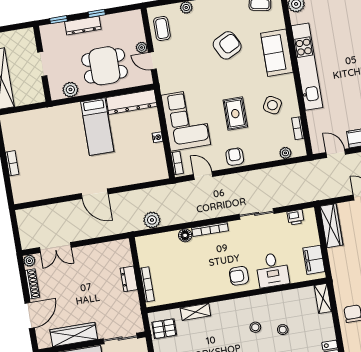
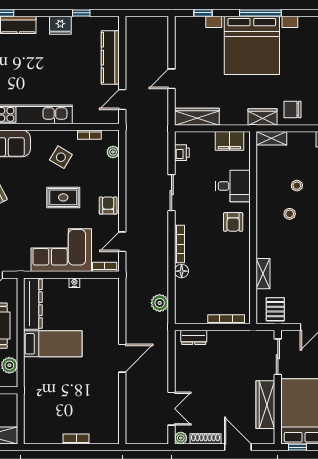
armchair: (235, 157) -> (108, 205), turned 90
dresser: (129, 279) -> (194, 337), moved
wardrobe: (341, 287) -> (262, 117), added

